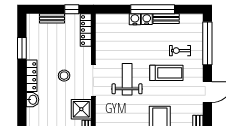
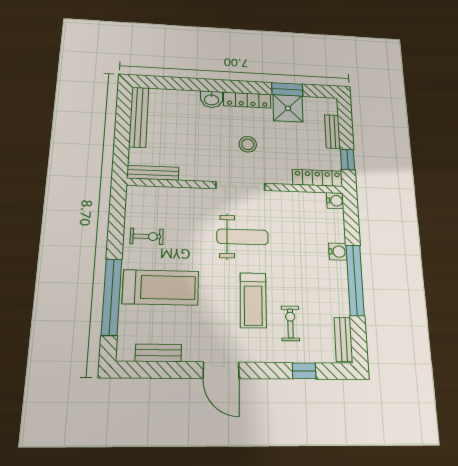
water cooler: (147, 19) -> (335, 201), moved
bench: (166, 19) -> (343, 339), moved
window: (207, 43) -> (304, 371), width x0.32
shower: (81, 109) -> (288, 108), moved

